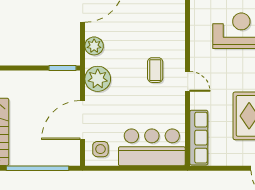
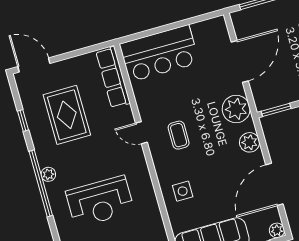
side table: (100, 149) -> (183, 191), moved

